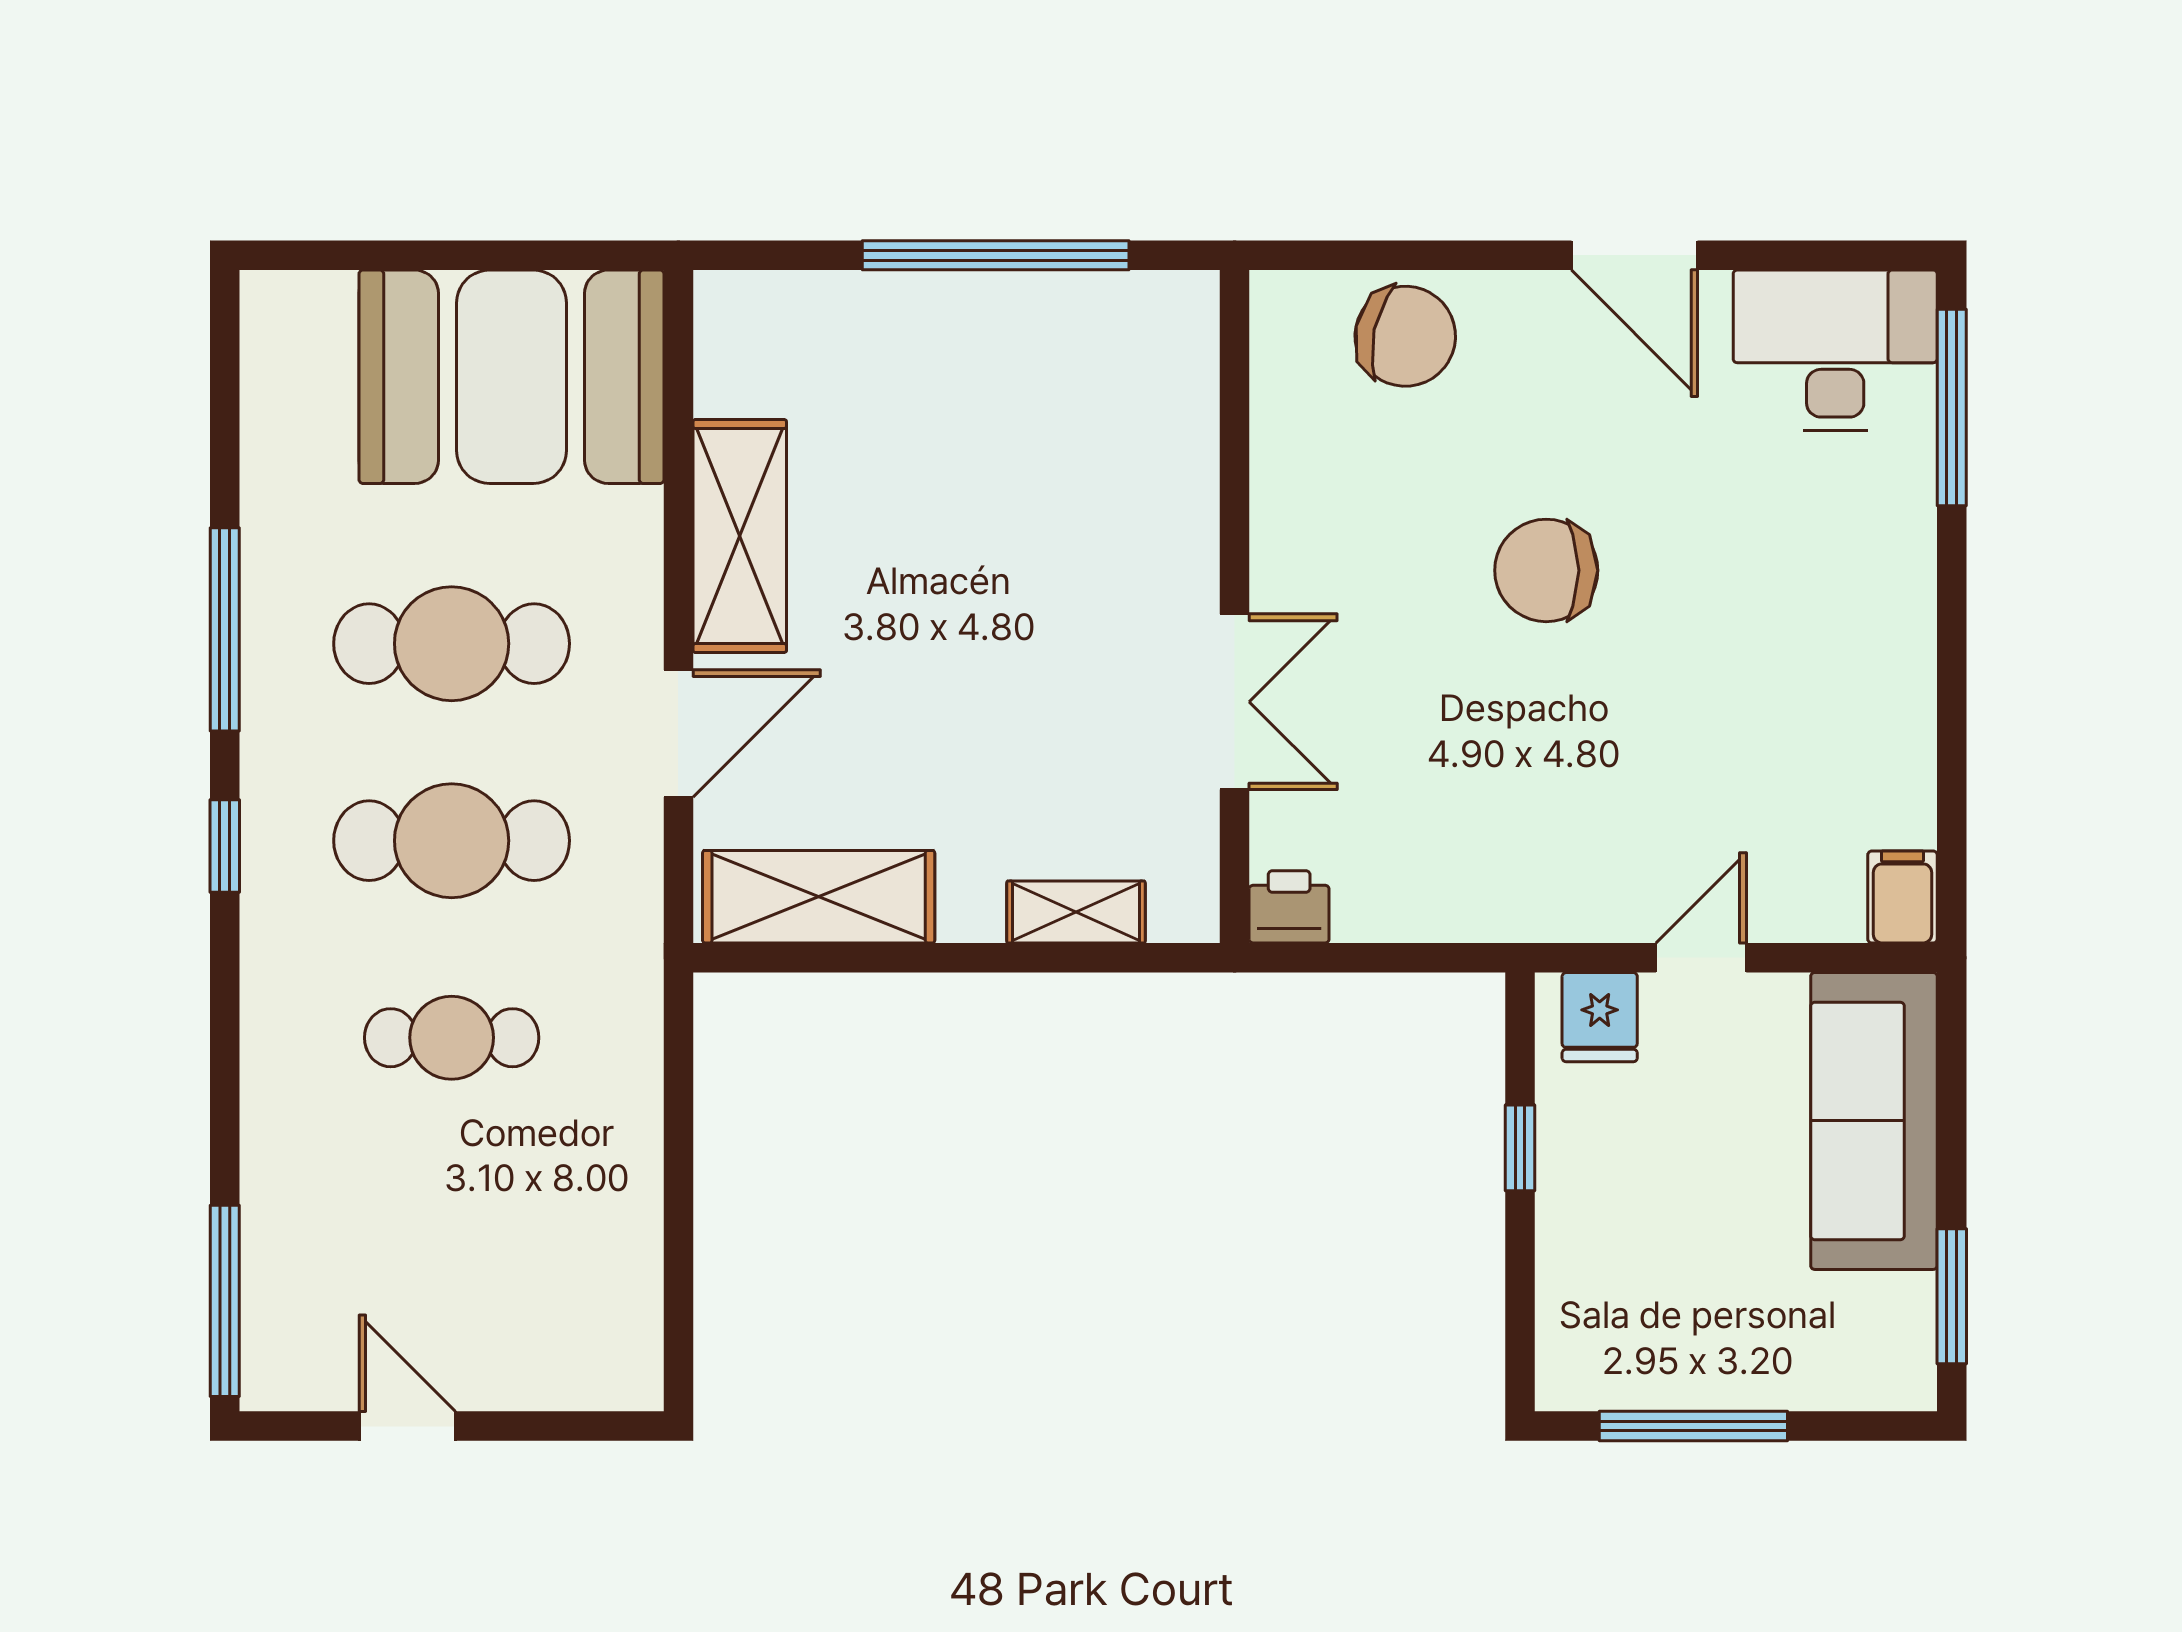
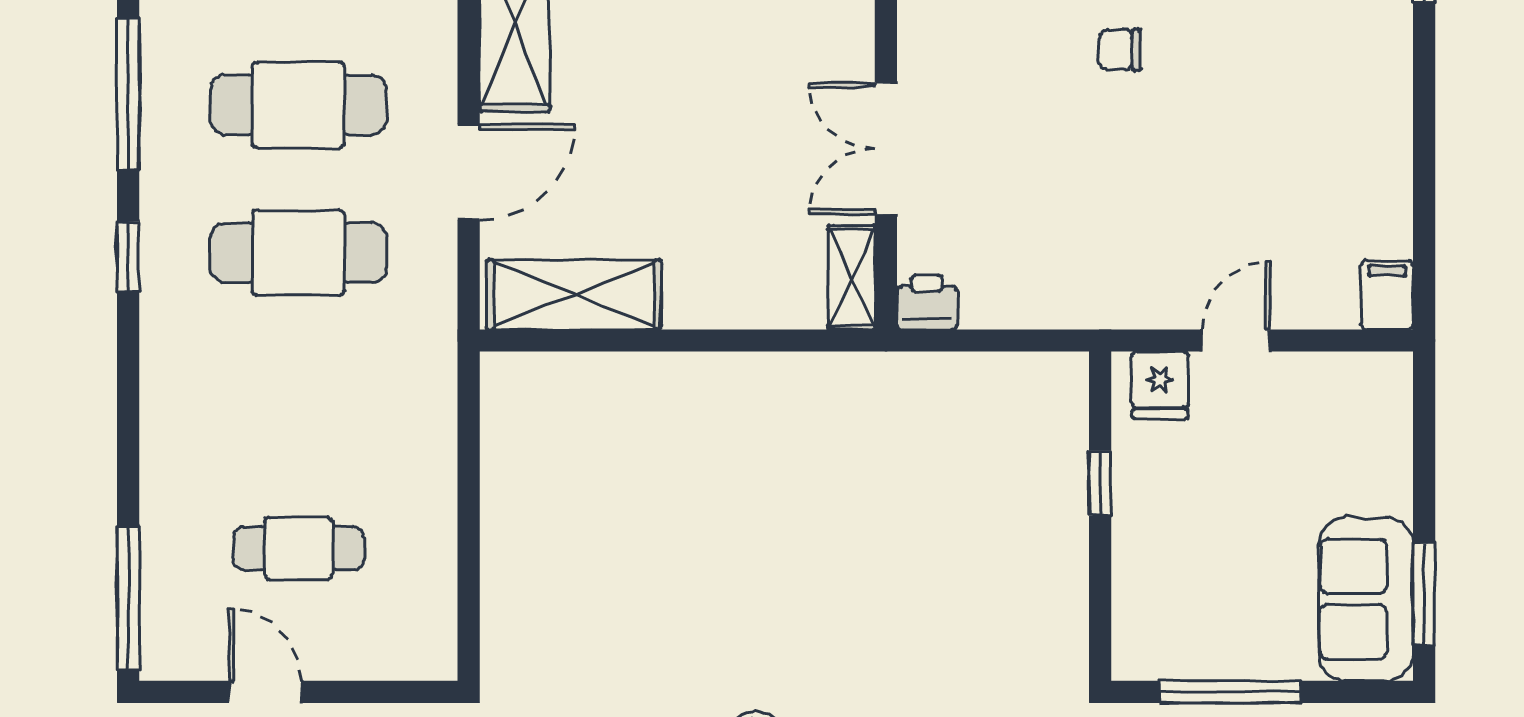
chair: (1546, 570) -> (1120, 50), width x0.54, depth x0.54
double door: (1235, 702) -> (886, 148), swing flipped
shelving: (1076, 912) -> (852, 278), moved, turned 90
cafe table: (452, 1038) -> (298, 548), moved
sofa: (1874, 1121) -> (1366, 599), moved, width x0.73

